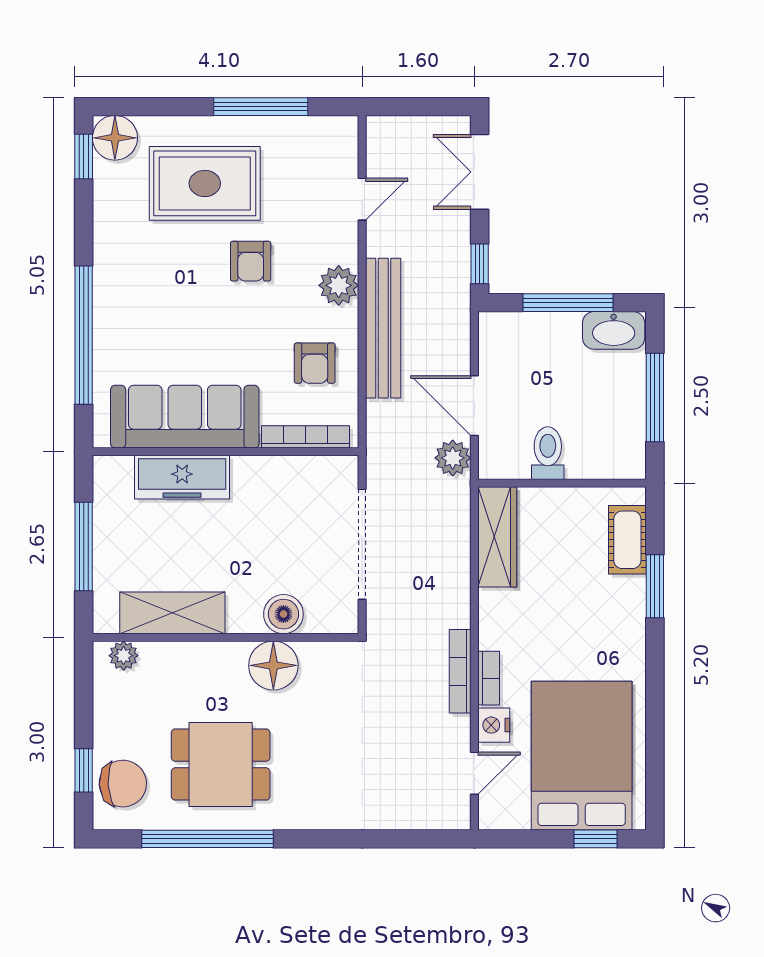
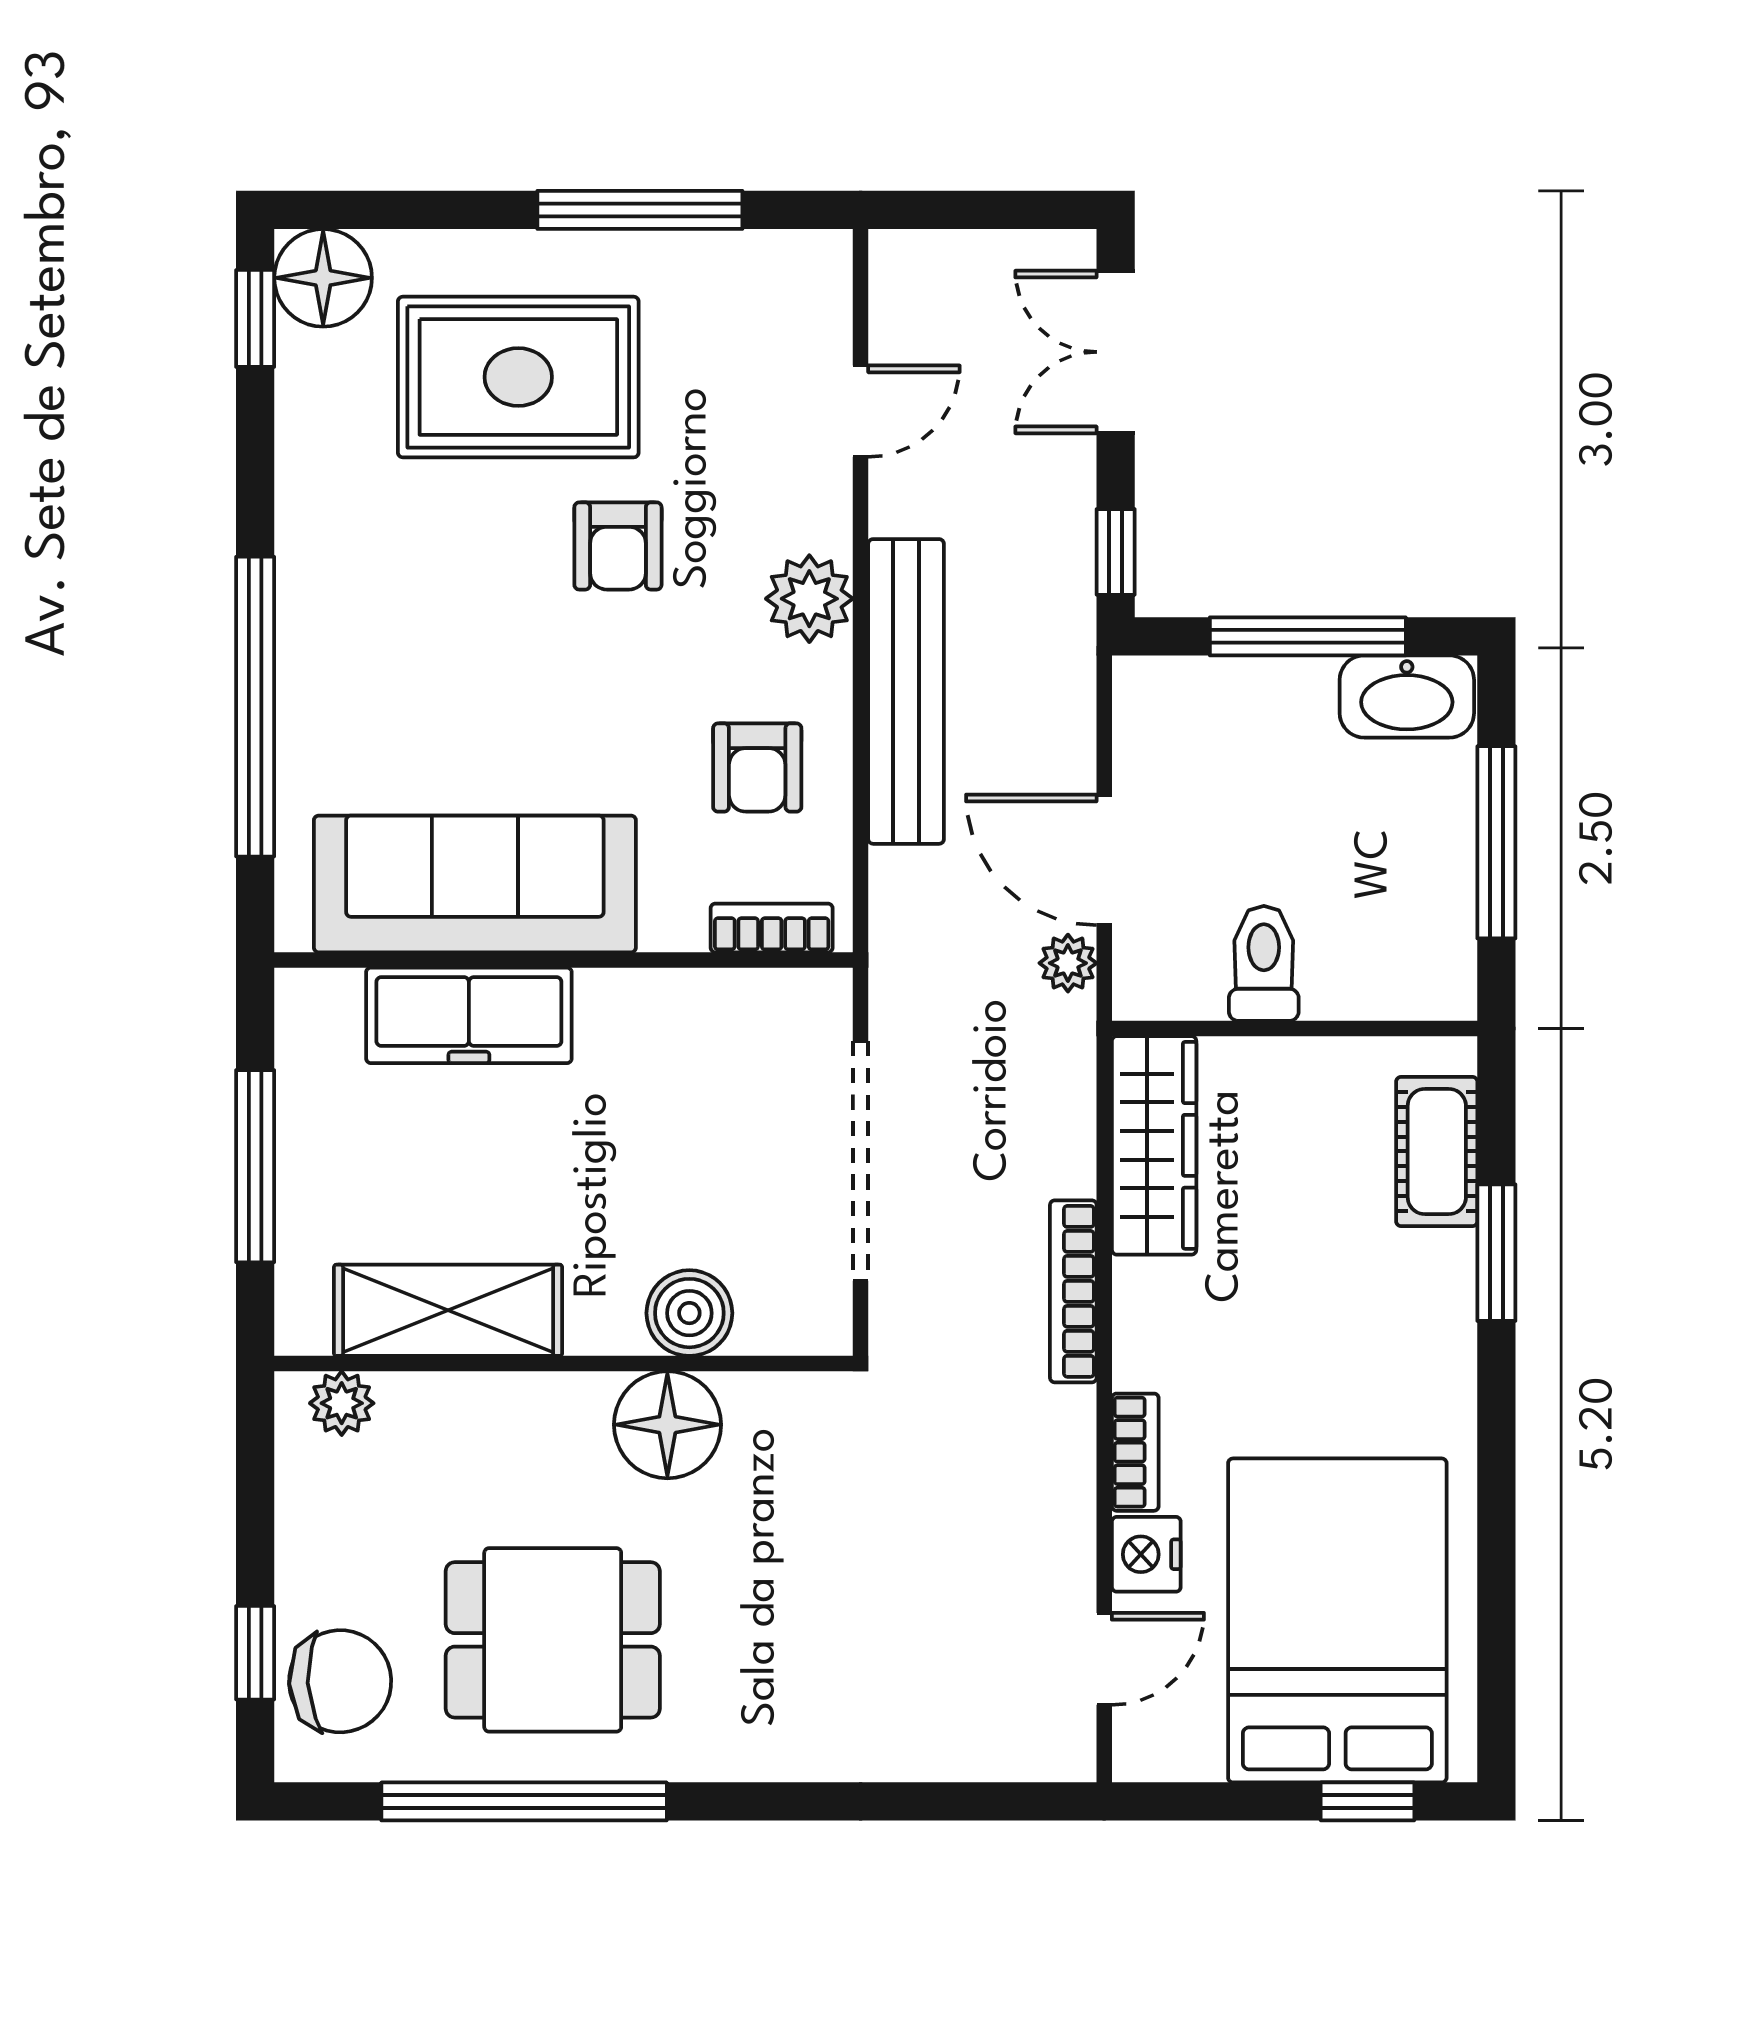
bookcase: (306, 437) -> (772, 928), width x0.64
plant: (453, 458) -> (1068, 963), width x0.73, depth x0.73
bookcase: (460, 671) -> (1073, 1291), moved

